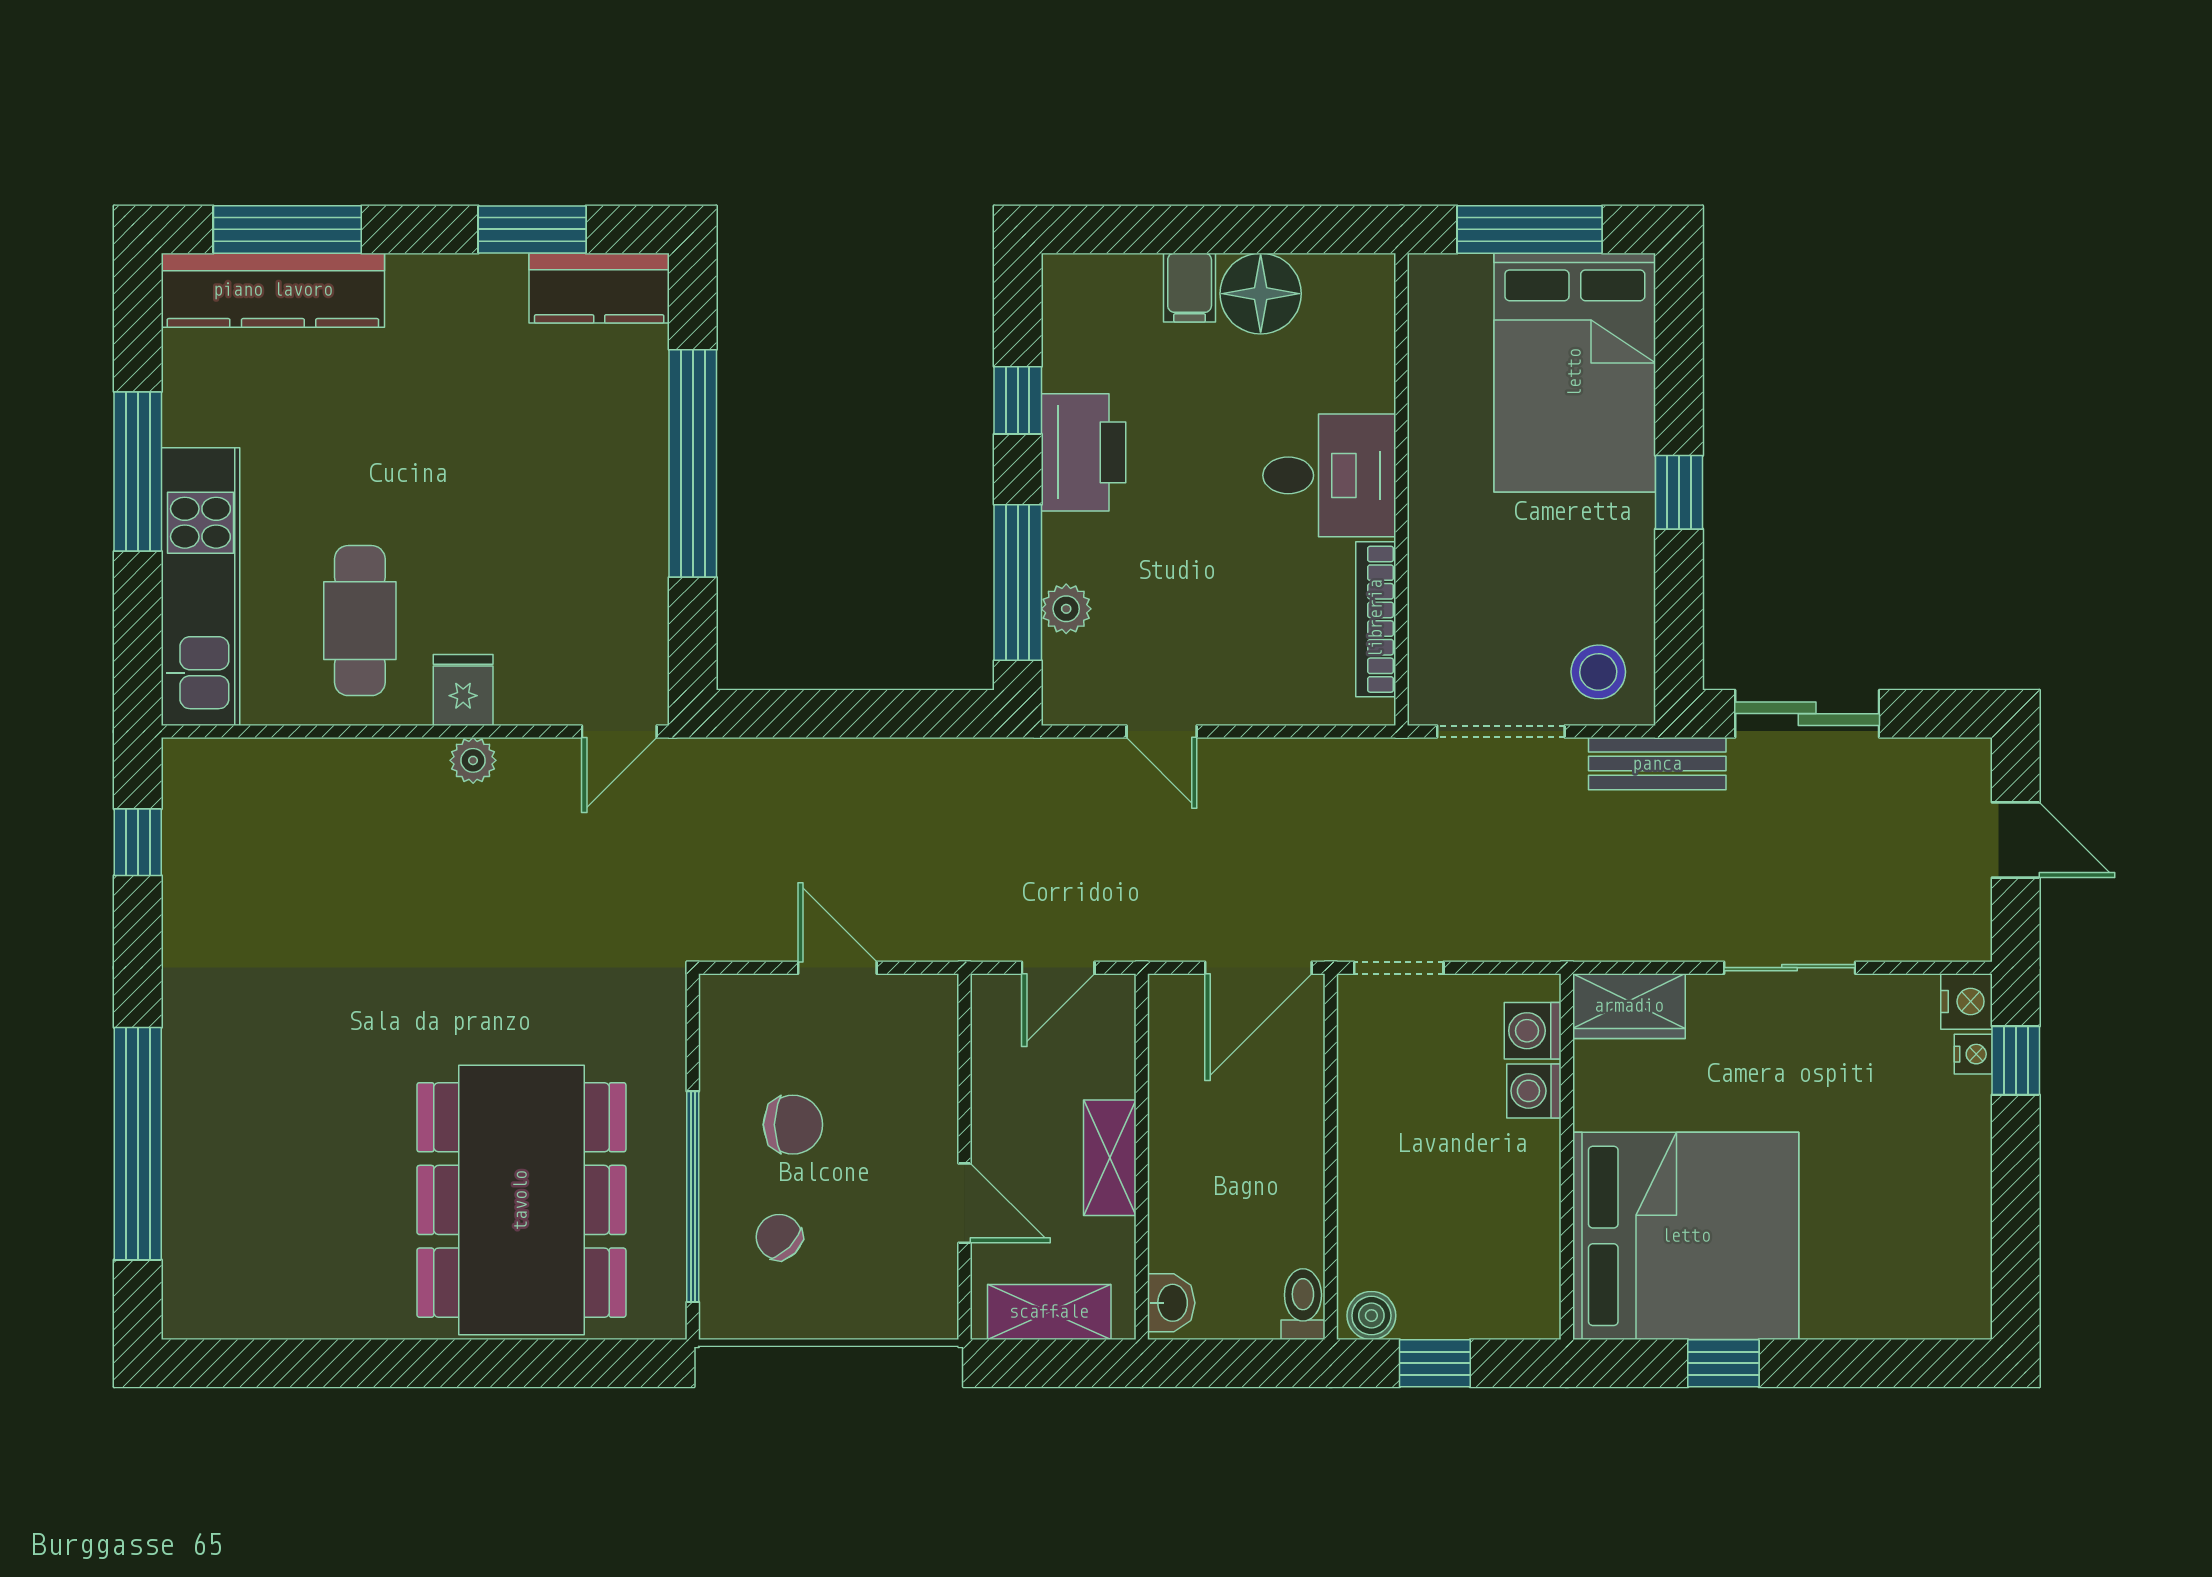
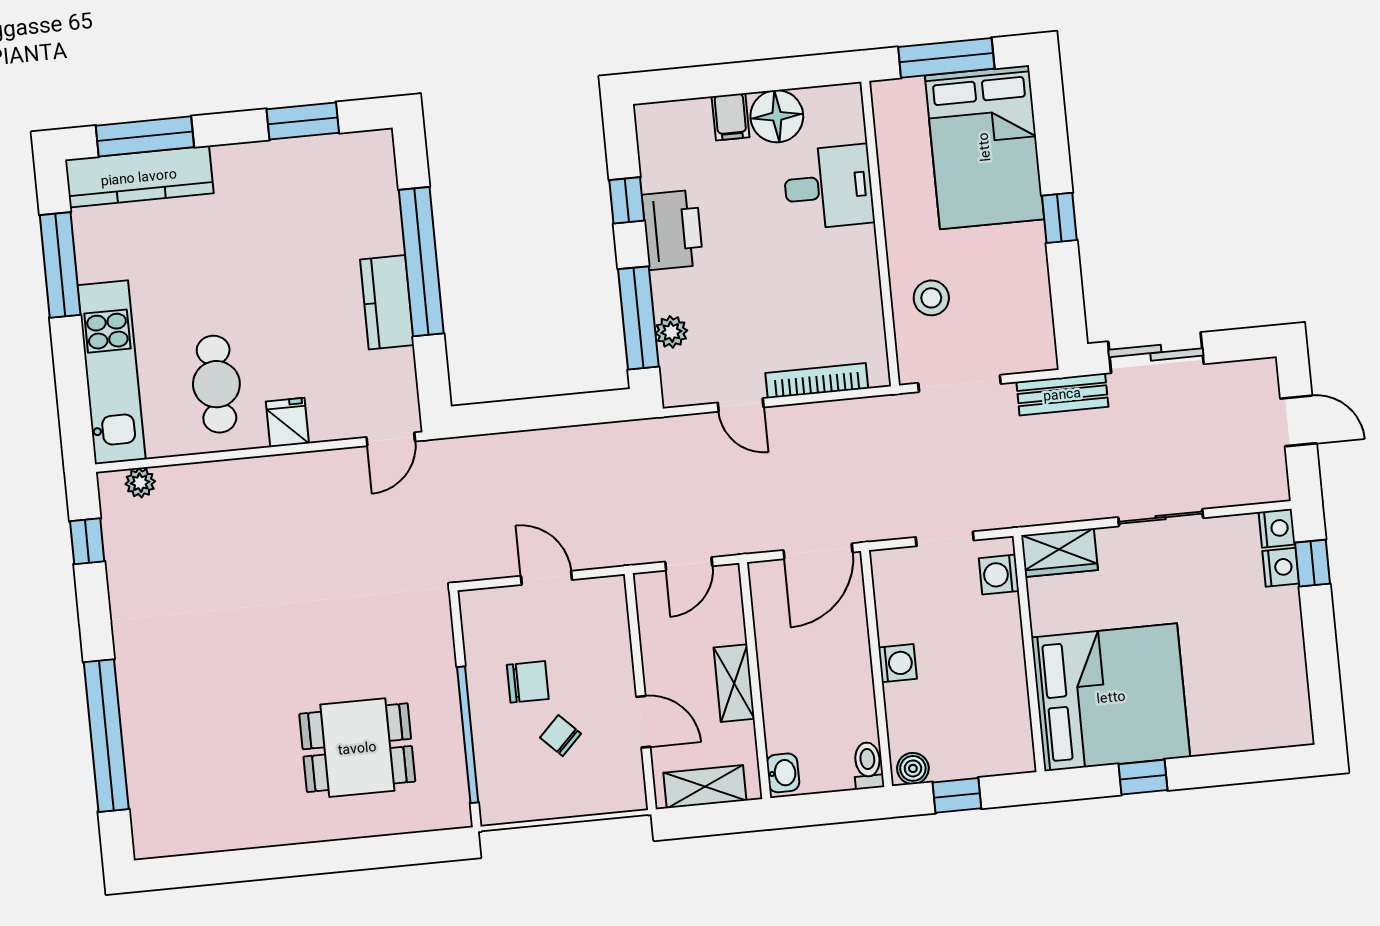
kitchen counter: (599, 288) -> (387, 302), moved, turned 90
window: (138, 472) -> (60, 265), moved
desk: (1329, 475) -> (828, 187), moved
bookcase: (1376, 619) -> (817, 381), moved, turned 90
stool: (1598, 672) -> (931, 298), moved
plant: (473, 760) -> (140, 483), moved
doorway: (1399, 968) -> (945, 539), moved
nightstand: (1973, 1054) -> (1281, 567), width x1.39, depth x1.35
washing machine: (1534, 1091) -> (898, 663), moved, turned 180
dining table: (521, 1200) -> (357, 748), width x0.53, depth x0.80
chair: (779, 1237) -> (561, 736), moved

